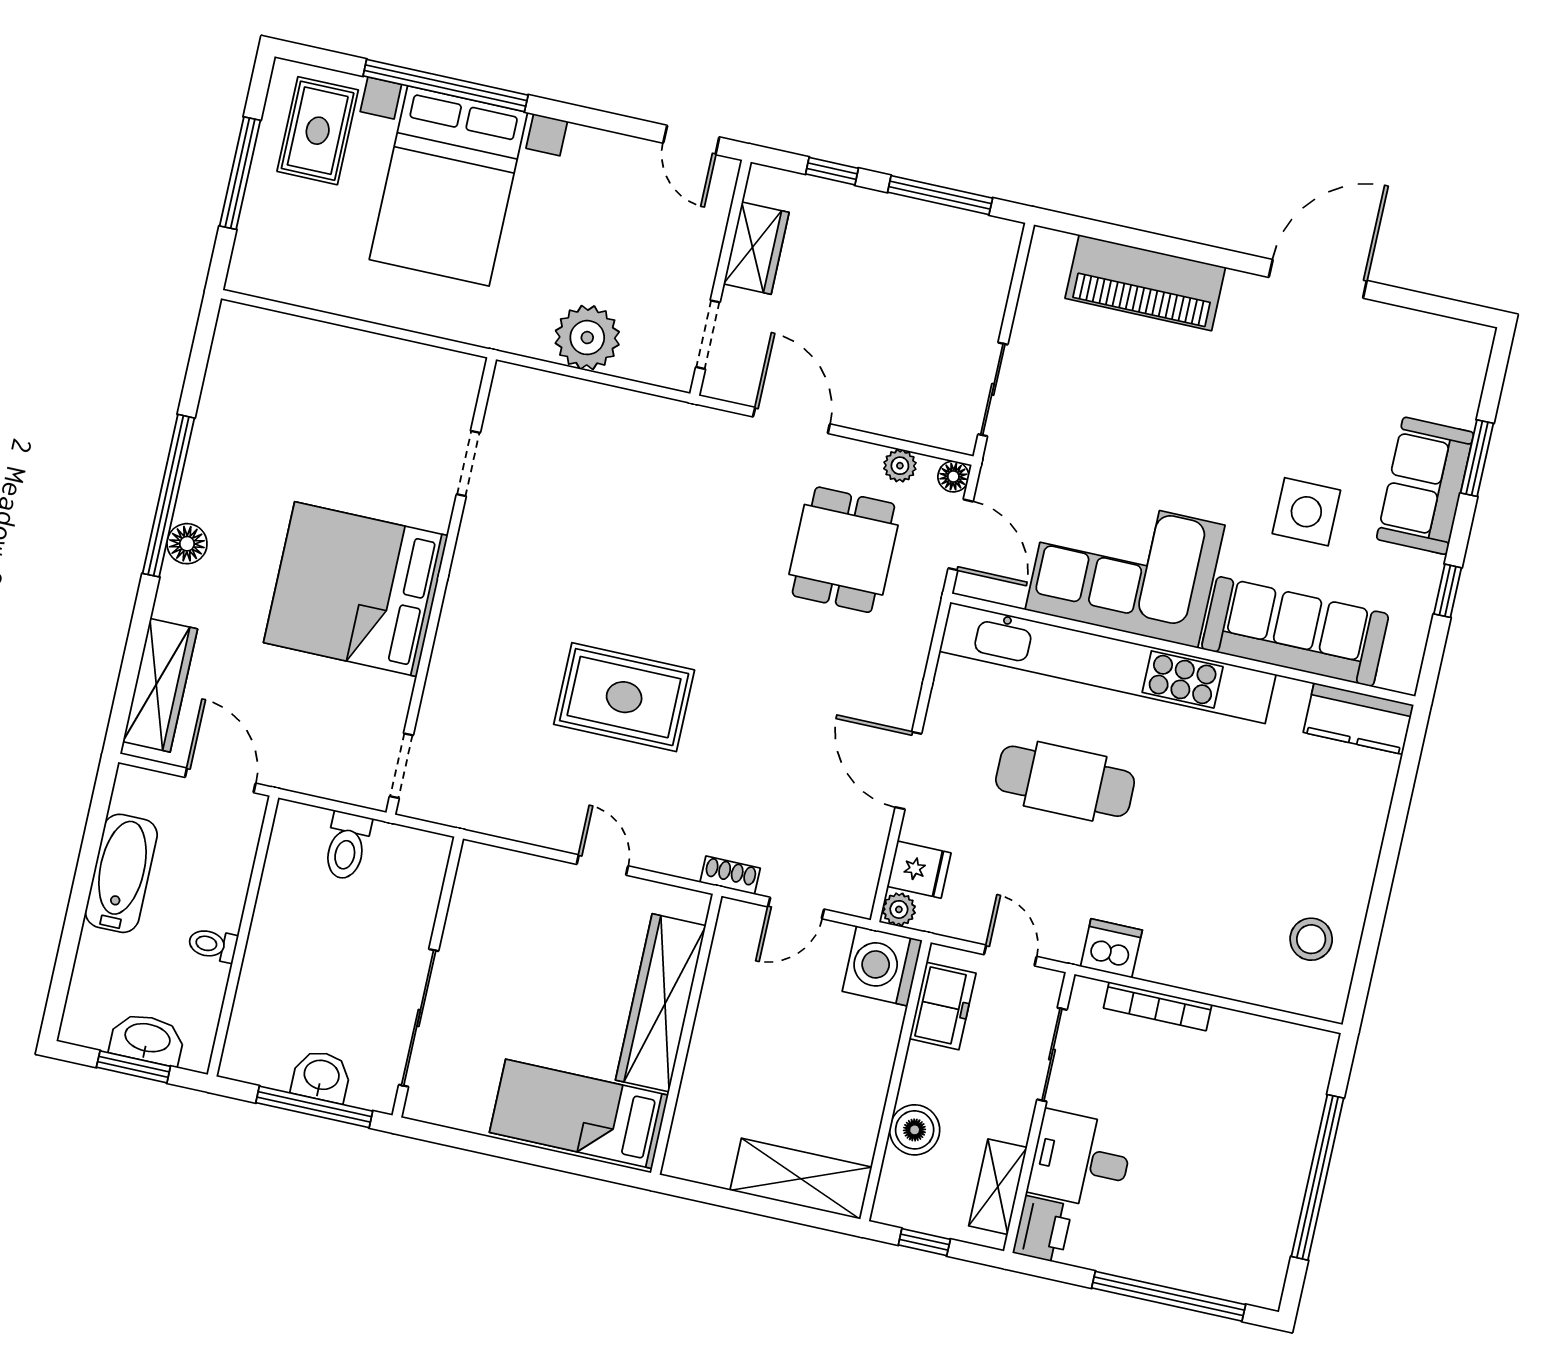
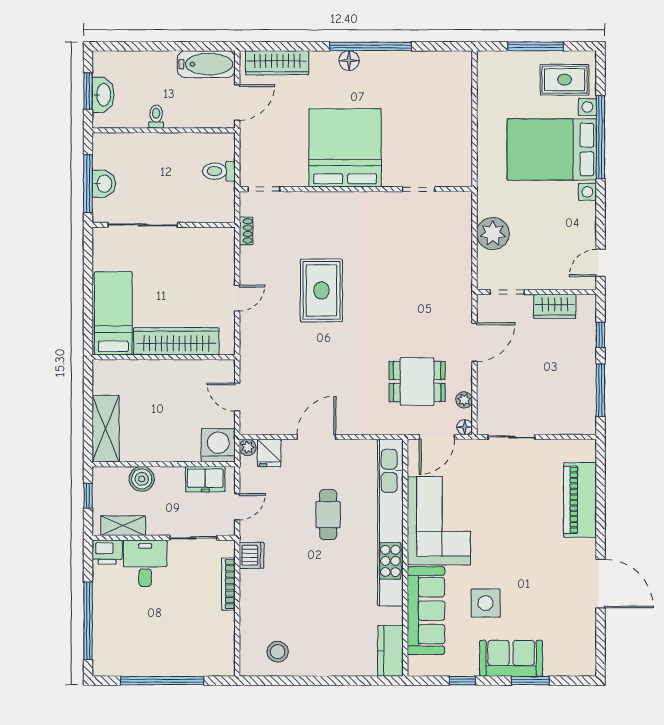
cafe table: (1065, 781) -> (328, 515), width x0.73, depth x0.74
bathtub: (121, 873) -> (206, 64), moved
shoe rack: (730, 875) -> (246, 231), moved

